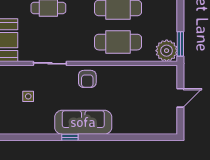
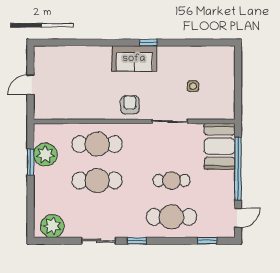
window: (180, 44) -> (31, 162), moved
plant: (167, 51) -> (45, 154), moved
sofa: (83, 122) -> (134, 59), width x0.73

